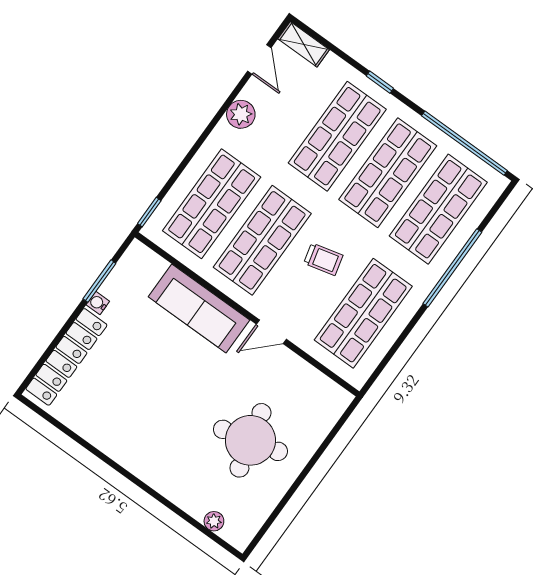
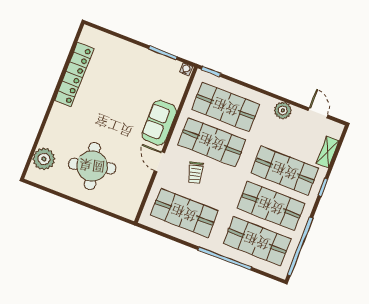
shelving: (304, 44) -> (328, 152), moved
door: (259, 59) -> (318, 113), swing flipped
trolley: (323, 259) -> (195, 173), moved
water cooler: (98, 303) -> (186, 69), moved
sofa: (199, 308) -> (159, 123), width x0.73
locker: (66, 357) -> (74, 74), moved, turned -90
plant: (214, 521) -> (44, 159), width x1.88, depth x1.88

